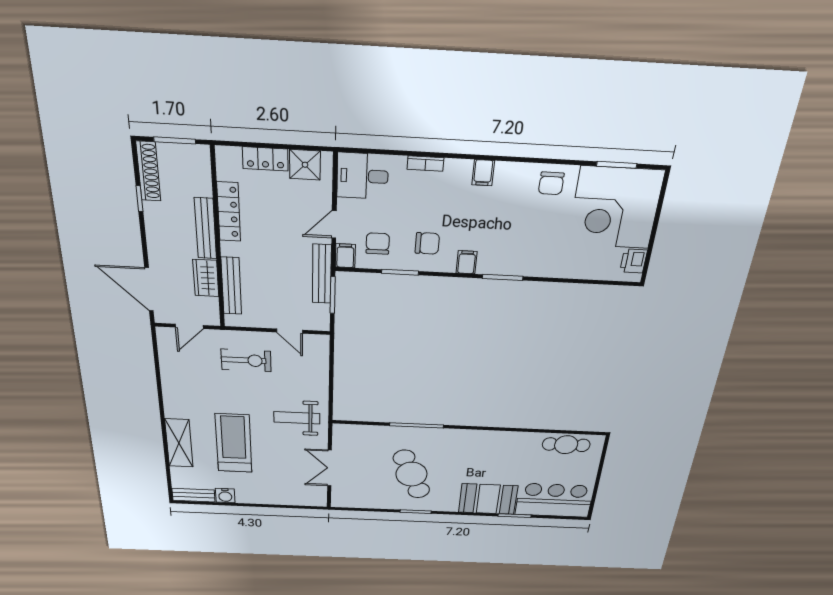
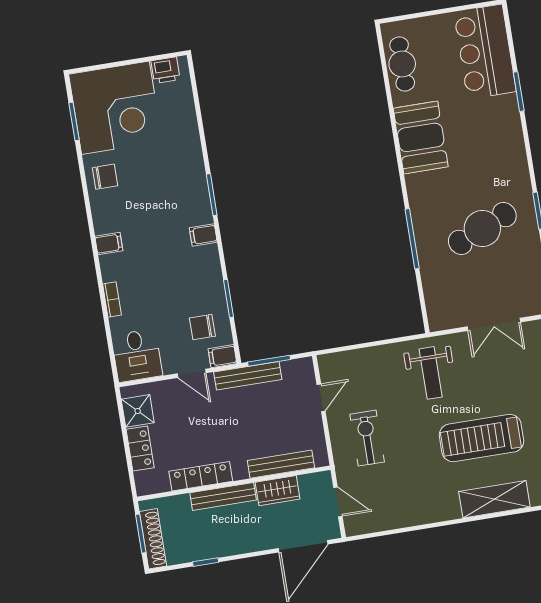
shoe rack: (148, 171) -> (153, 539), moved, turned 90
chair: (427, 243) -> (192, 279), removed
booth: (488, 499) -> (421, 137), moved

